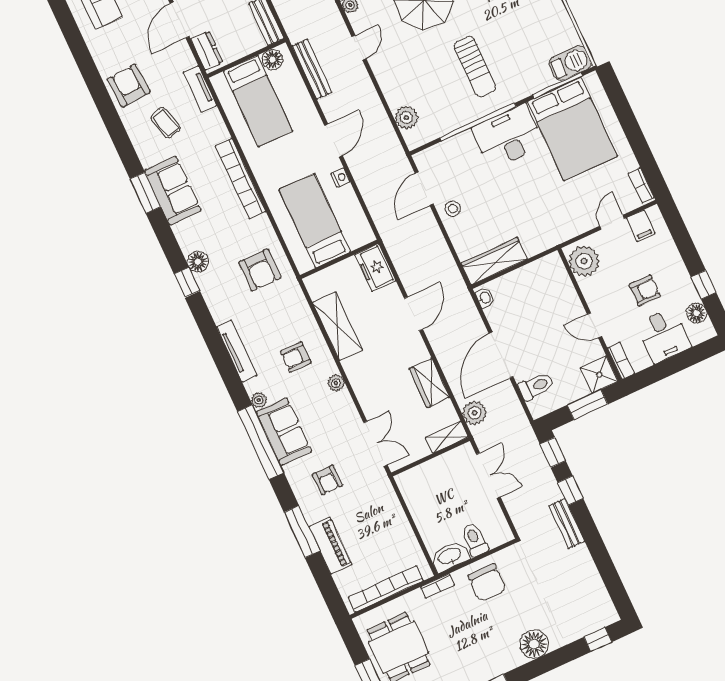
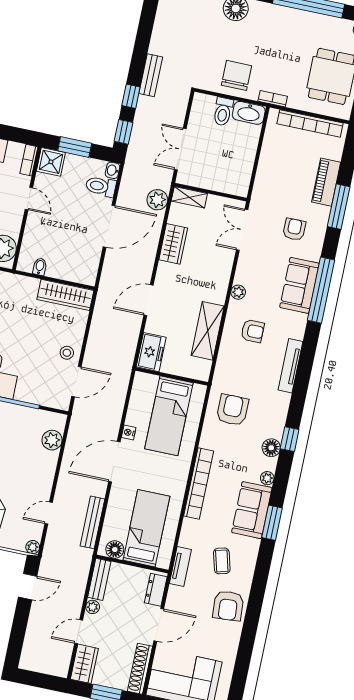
door: (333, 141) -> (114, 462), width x1.36
bidet: (537, 270) -> (40, 267), added
washbasin: (485, 298) -> (113, 170), moved
plant: (259, 400) -> (267, 478), moved

